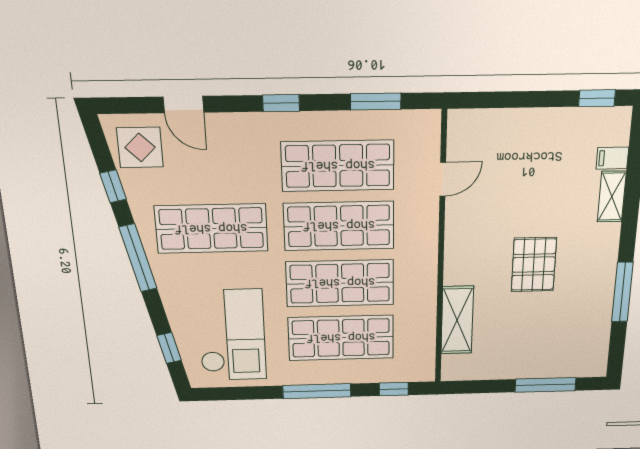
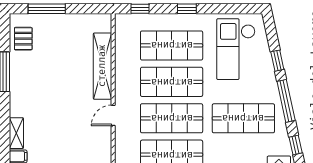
door: (443, 179) -> (113, 115), moved
pallet: (534, 265) -> (23, 39), moved, width x0.67, depth x0.71
shelving: (457, 320) -> (102, 66), width x1.47
window: (169, 348) -> (277, 61), moved
window: (317, 391) -> (187, 9), width x0.46

